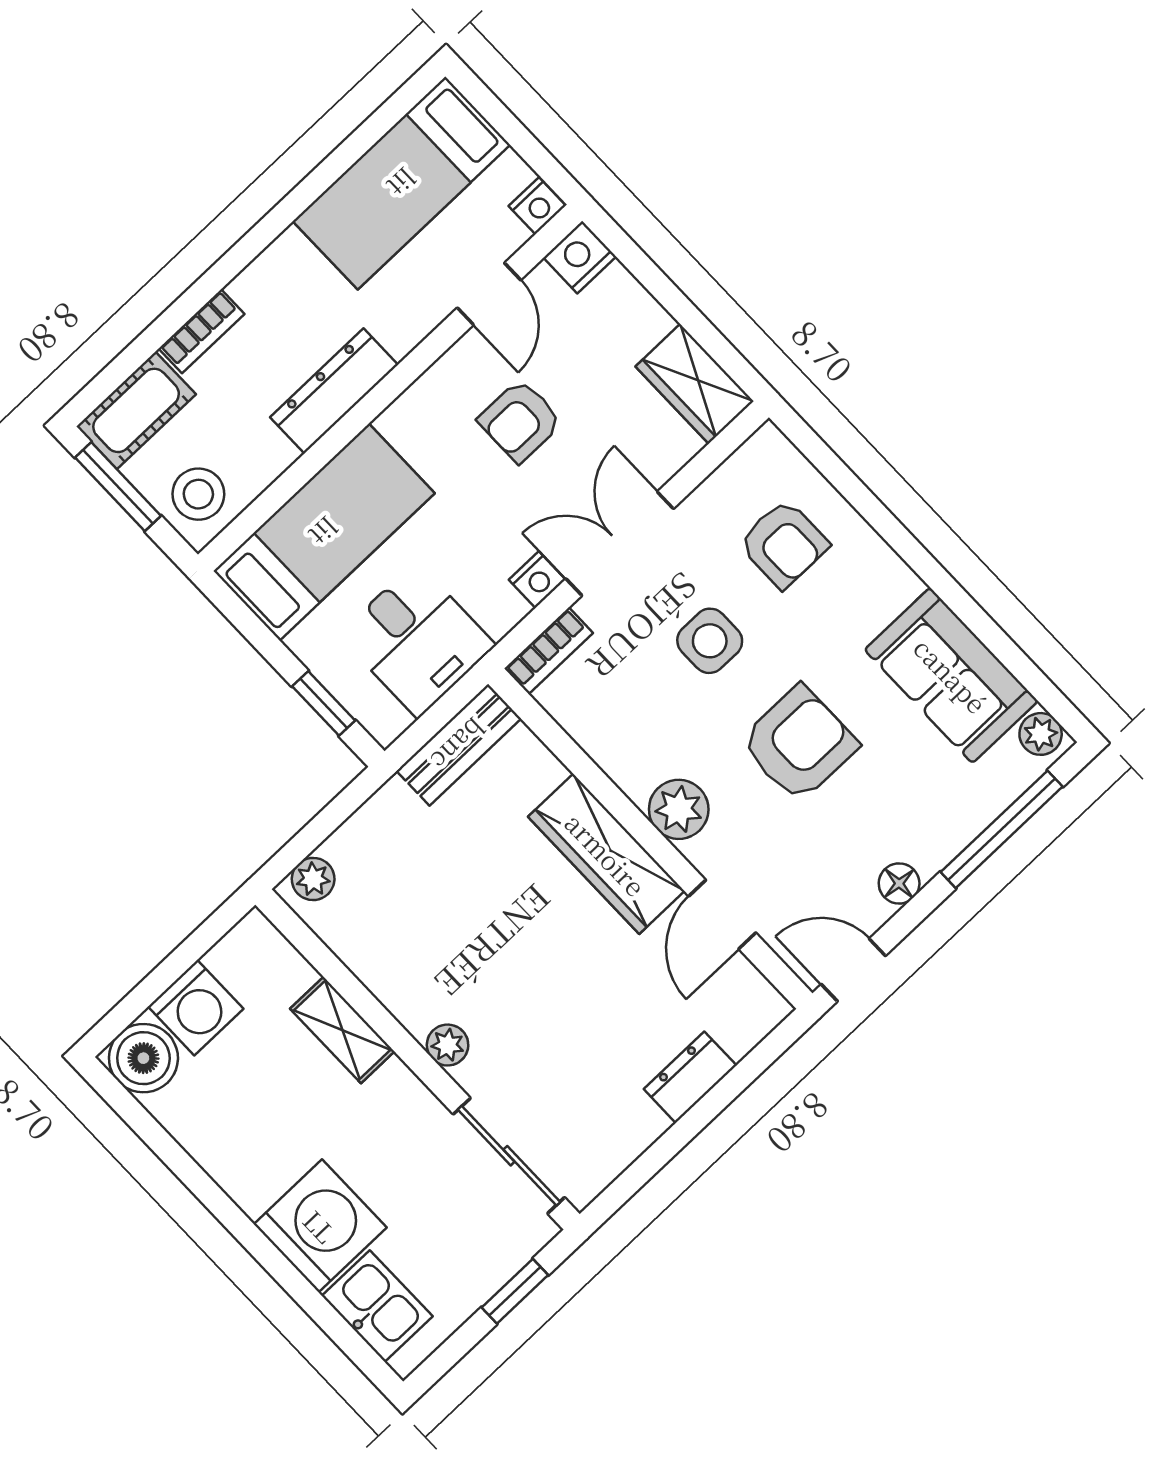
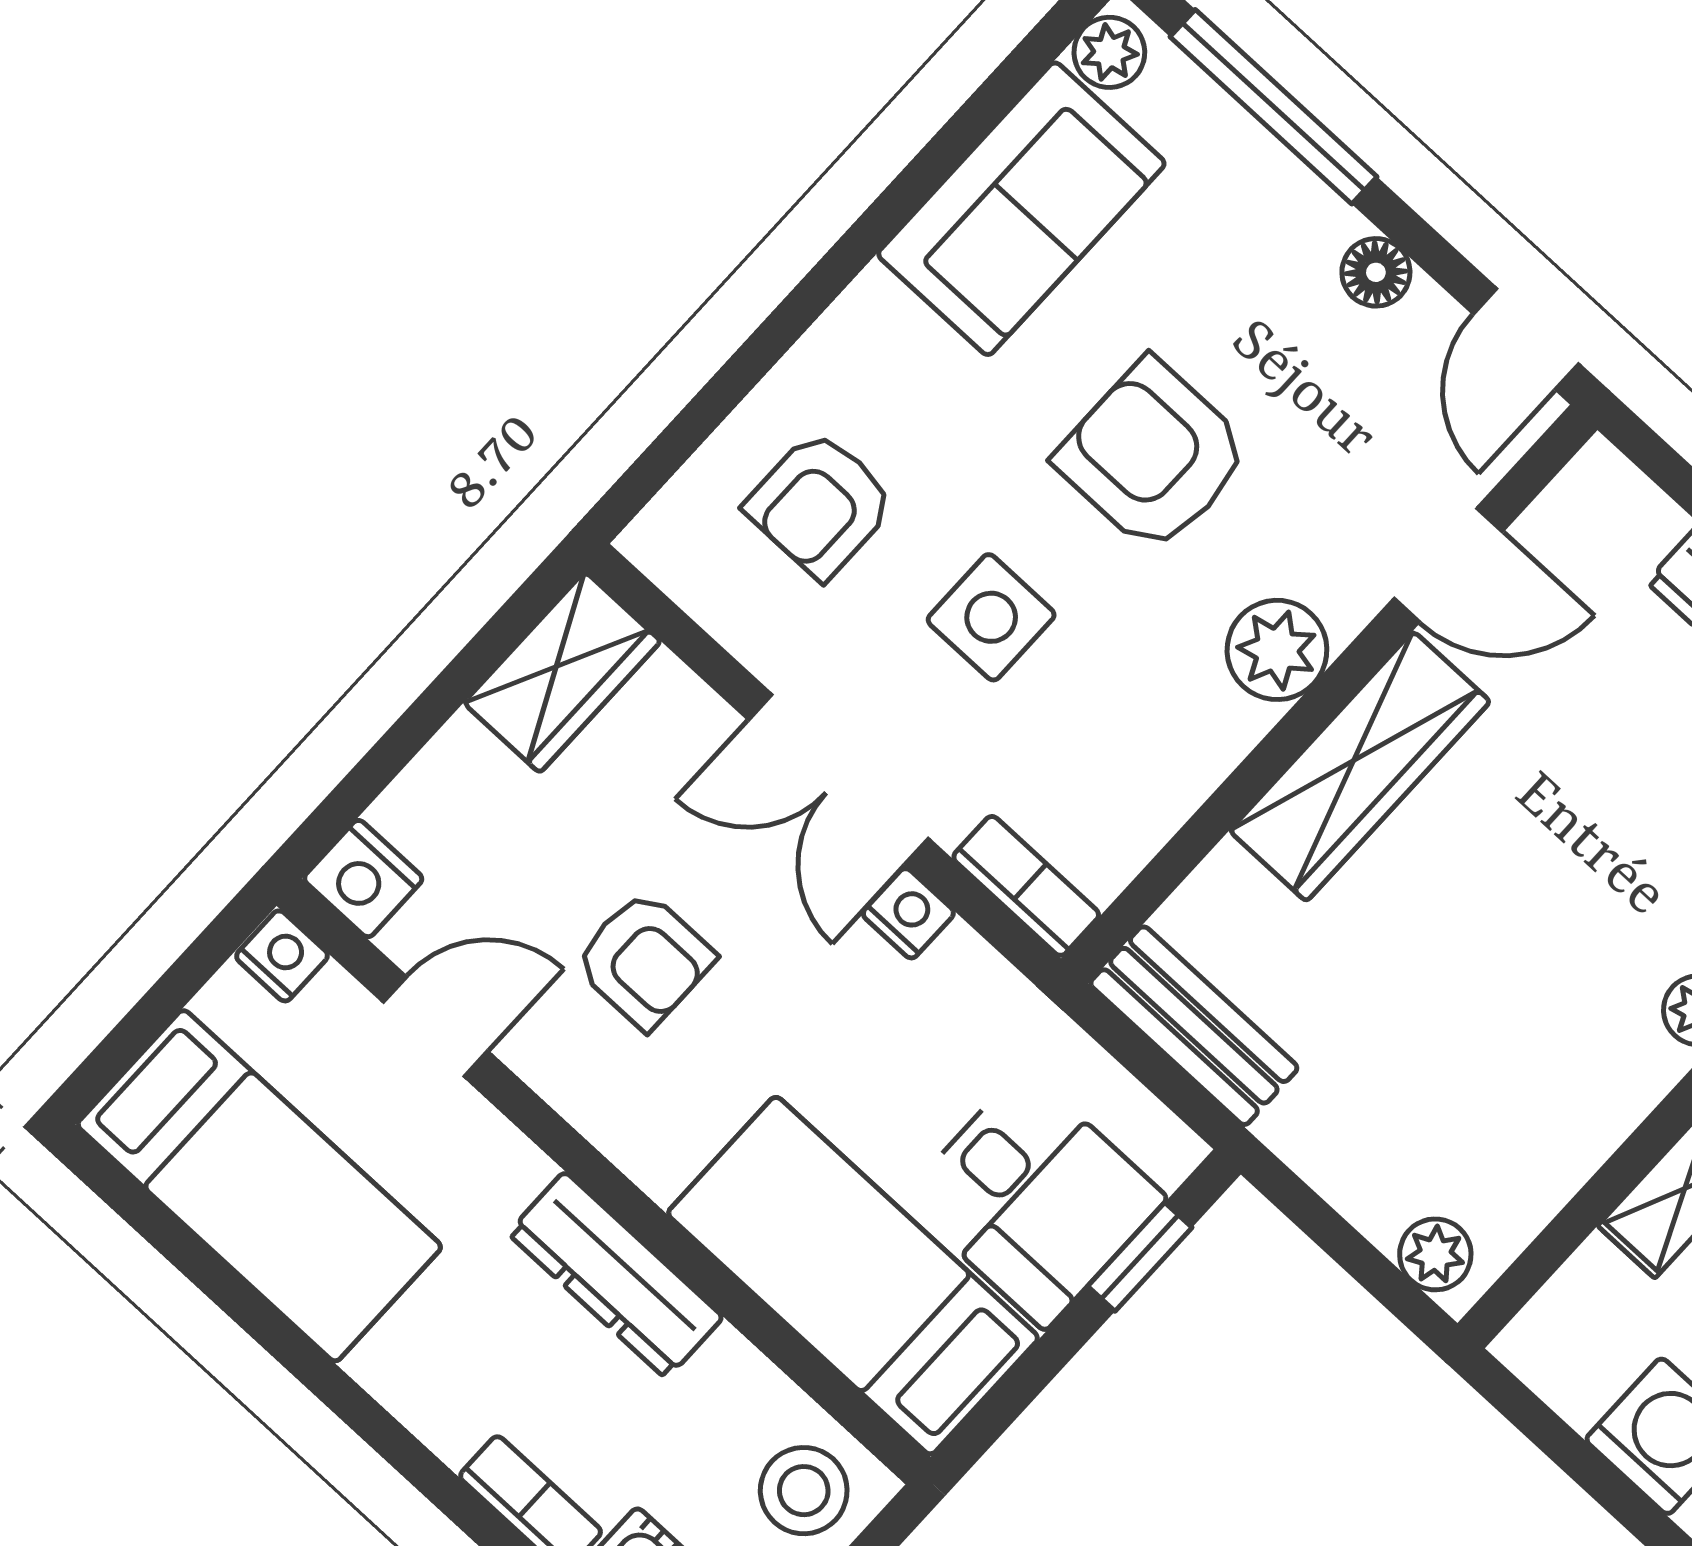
armchair: (784, 544) -> (820, 504), turned 180
desk: (417, 640) -> (1035, 1199), moved, turned 90

